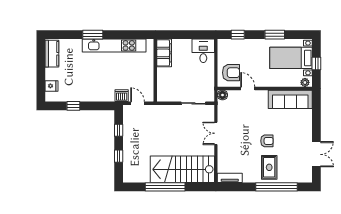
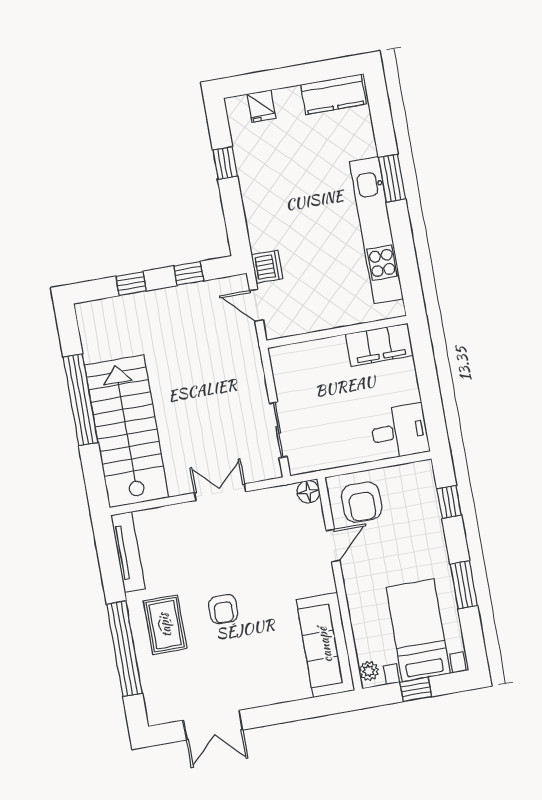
door: (138, 103) -> (256, 305), swing flipped
rug: (269, 167) -> (165, 625), turned 90
tv unit: (230, 178) -> (128, 552), width x1.41

